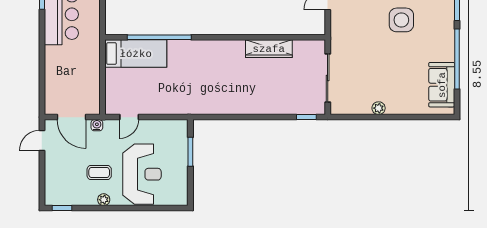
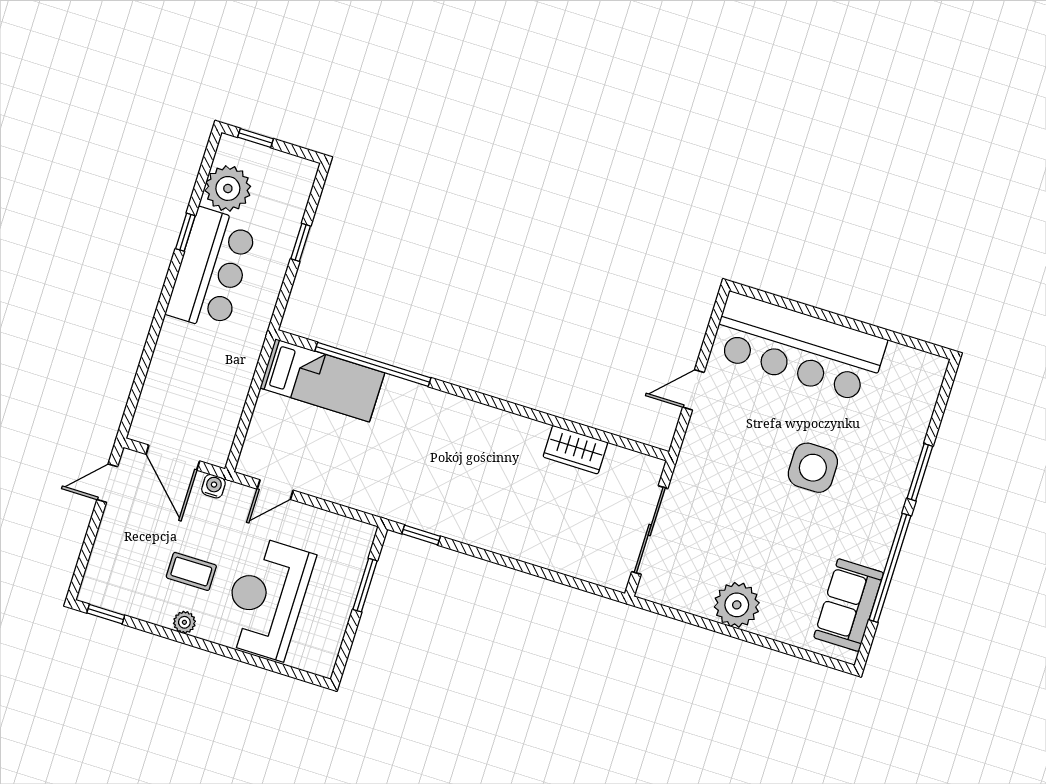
wardrobe: (269, 49) -> (575, 450), width x0.67
plant: (379, 108) -> (737, 605), width x1.87, depth x1.87
window: (306, 117) -> (421, 535), moved
reception desk: (142, 174) -> (267, 598), turned 180

